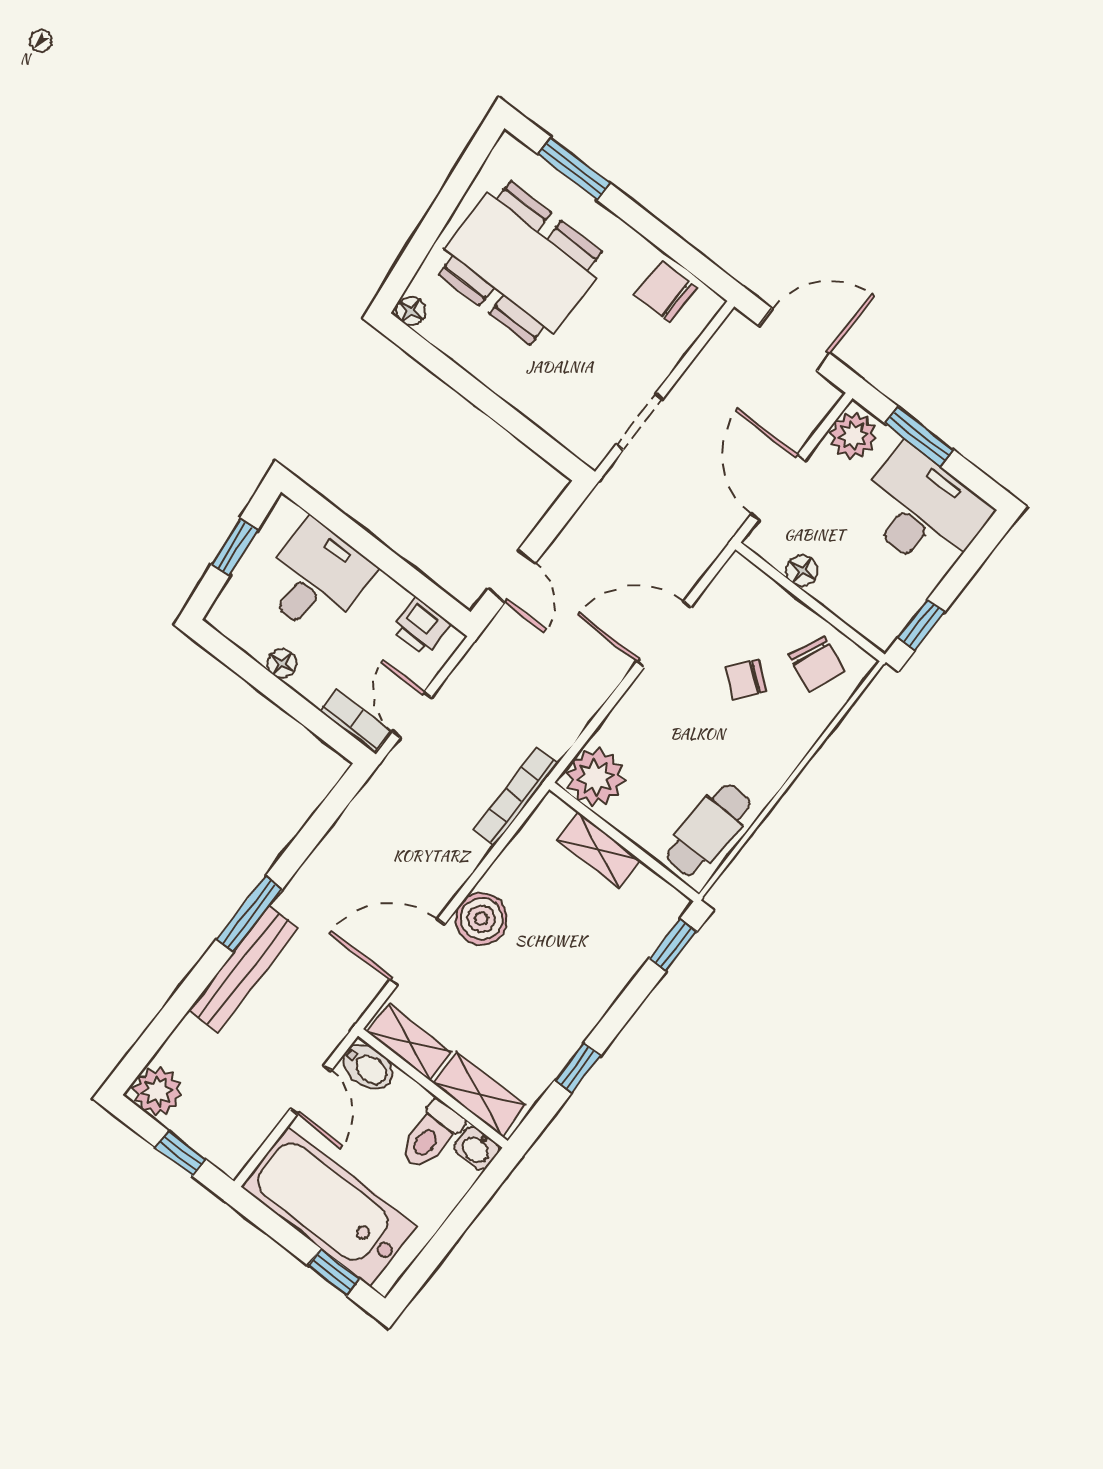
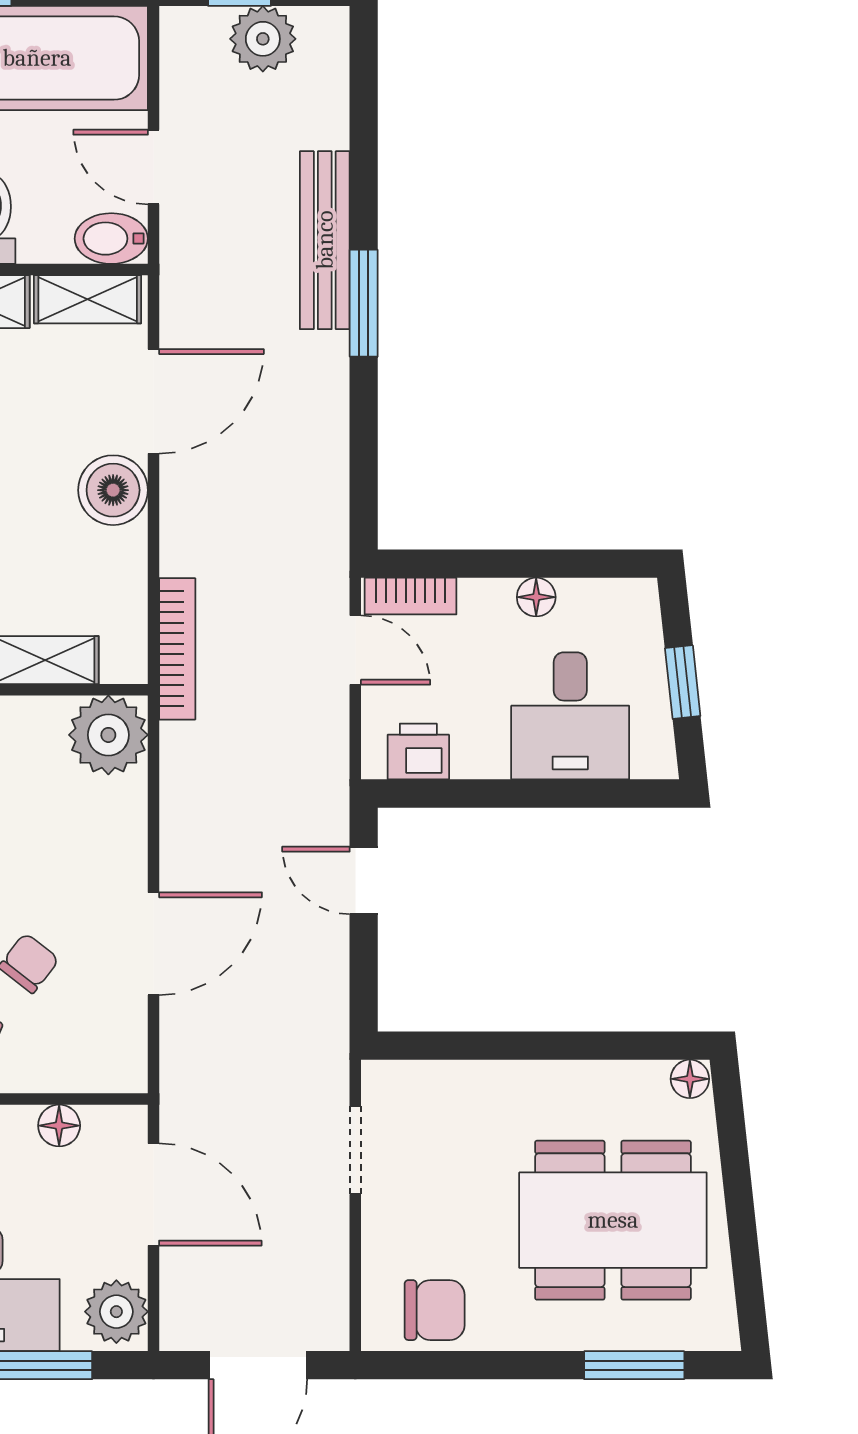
plant: (157, 1091) -> (263, 39), moved

